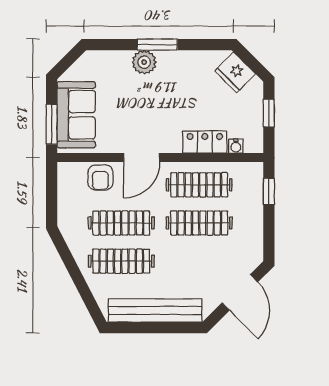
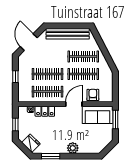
window: (157, 45) -> (51, 156), moved
sofa: (76, 115) -> (98, 115), moved, turned -90
window: (269, 192) -> (15, 77), moved

